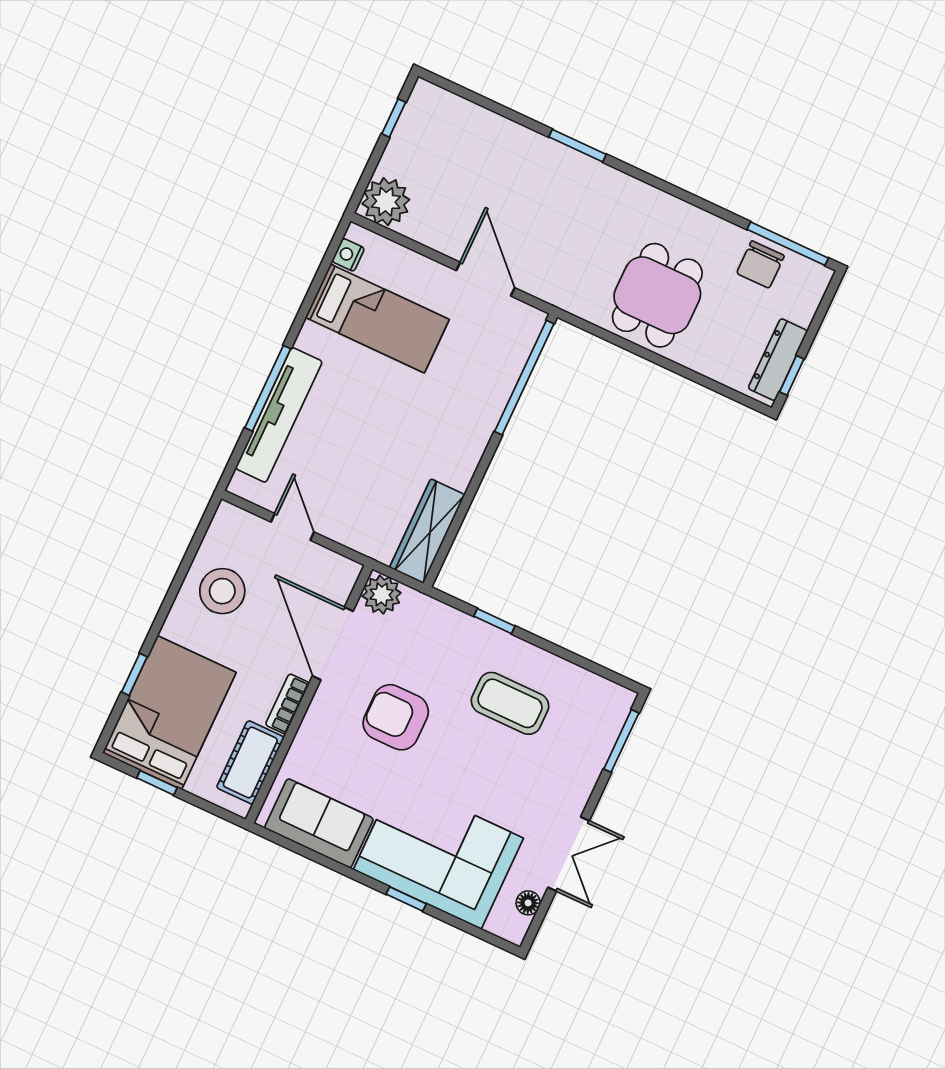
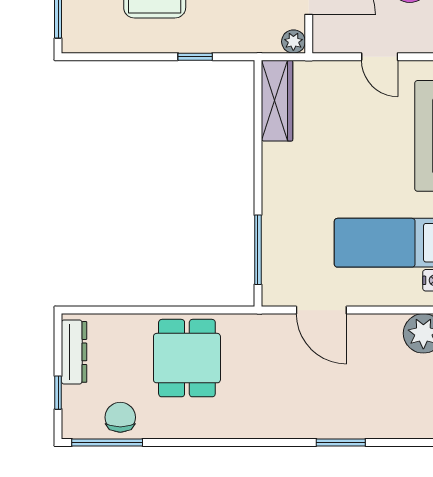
window: (578, 146) -> (341, 442), moved
window: (792, 375) -> (58, 393), moved
window: (524, 378) -> (258, 250), width x0.68
plant: (382, 595) -> (293, 42), width x0.73, depth x0.73

